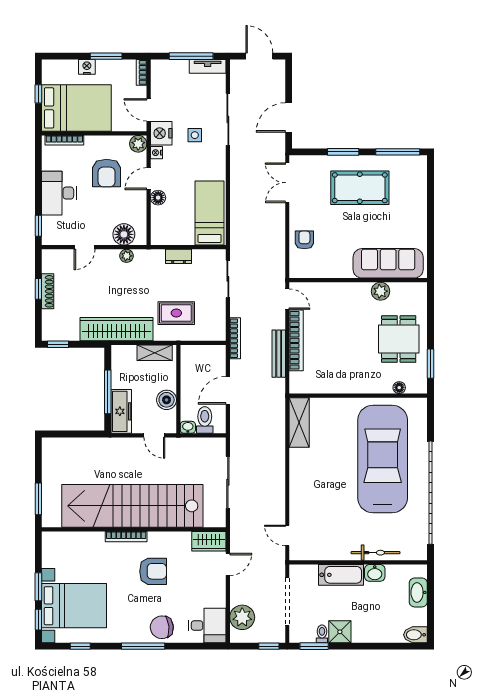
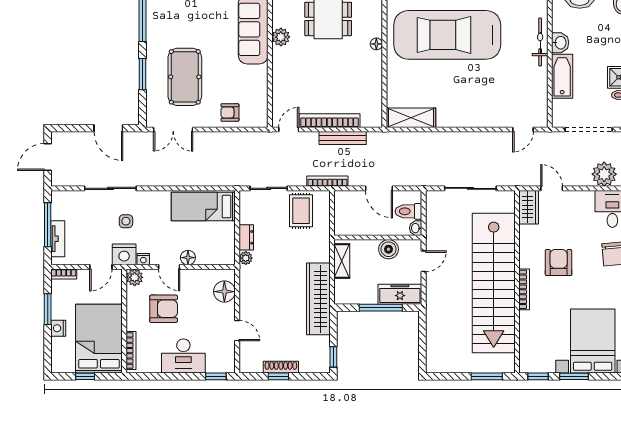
tv unit: (208, 66) -> (58, 239), moved
pool table: (360, 188) -> (185, 77), moved
plant: (127, 256) -> (246, 258), moved
rug: (176, 313) -> (301, 211), moved
floor lamp: (399, 388) -> (376, 44), moved
window: (38, 620) -> (538, 376), moved

